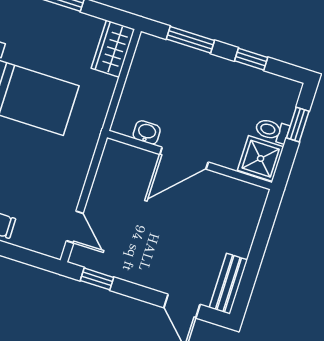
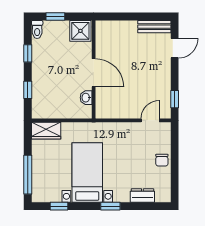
window: (190, 40) -> (28, 90), width x0.67
toilet: (272, 130) -> (37, 29), moved

